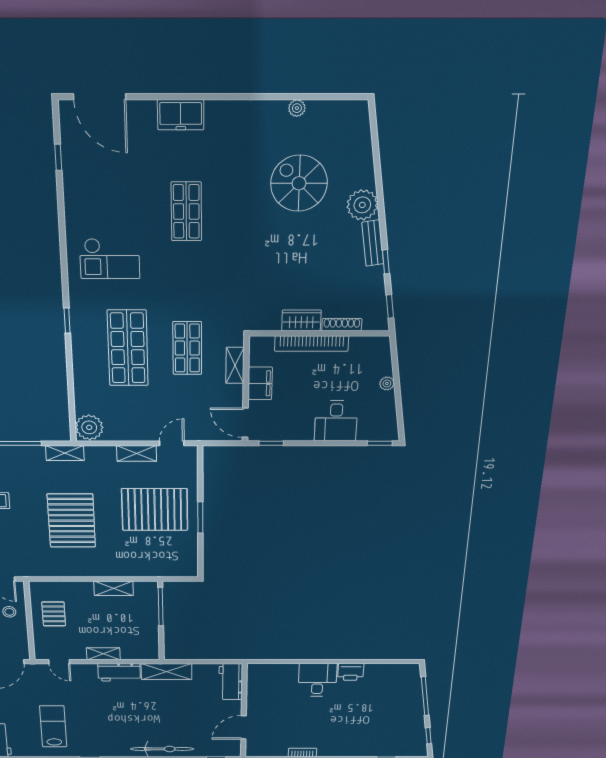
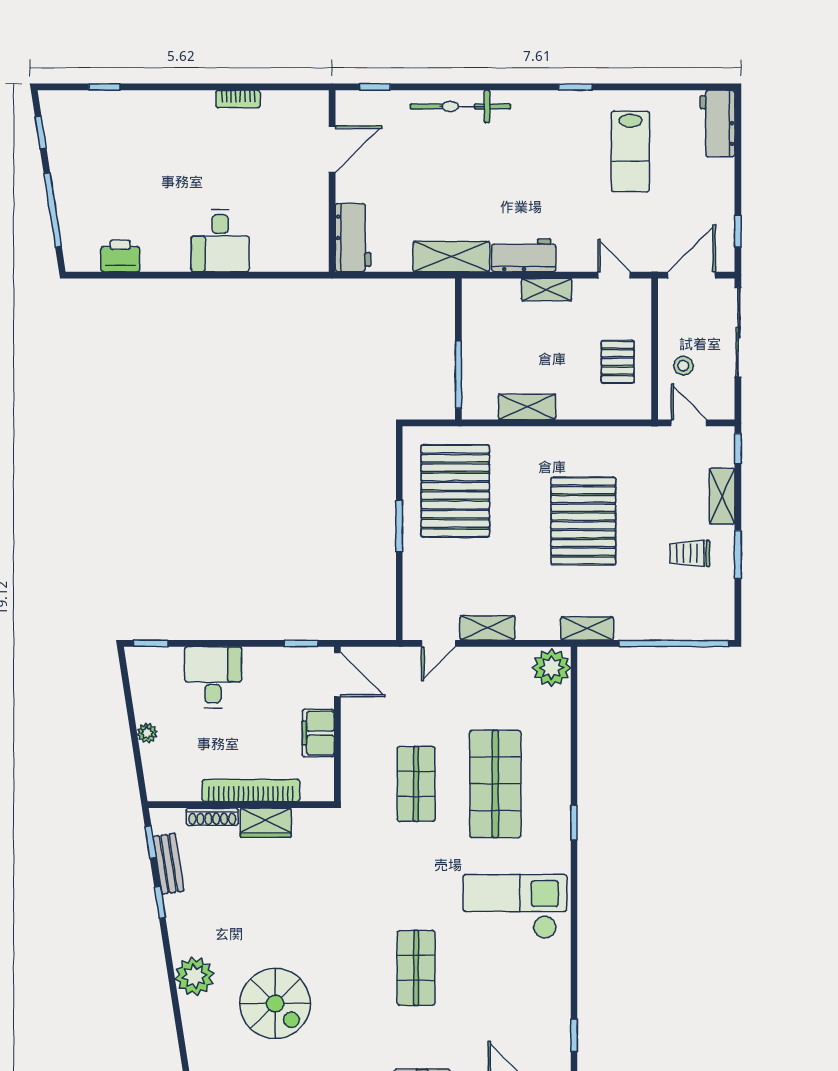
bench: (373, 243) -> (169, 864), moved
checkout: (110, 259) -> (515, 907), width x1.36, depth x1.21
shelving: (235, 365) -> (352, 759), removed
pallet: (155, 509) -> (455, 491), moved, turned 90
printer: (351, 672) -> (120, 256), moved

